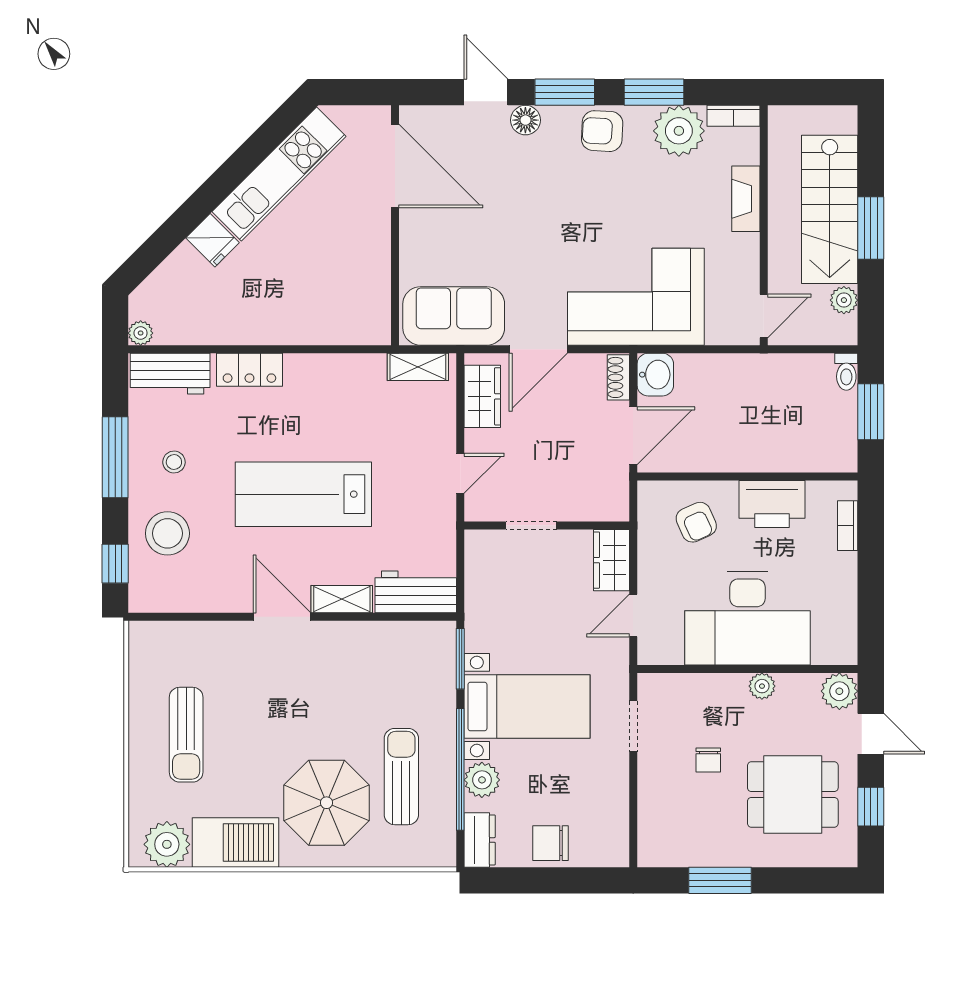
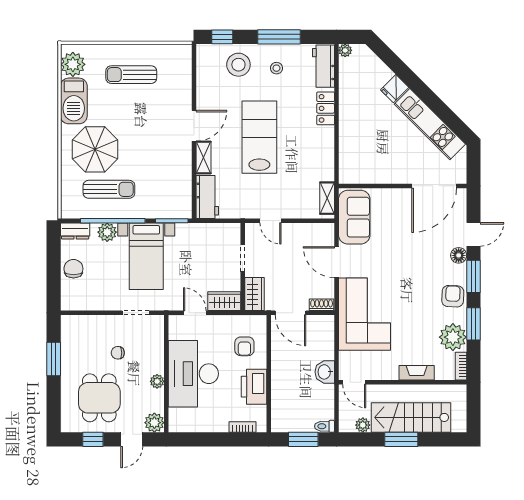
washbasin: (655, 375) -> (325, 372), moved, turned 90
wardrobe: (482, 396) -> (254, 294), moved, turned -90
armchair: (696, 522) -> (244, 346), turned -66

